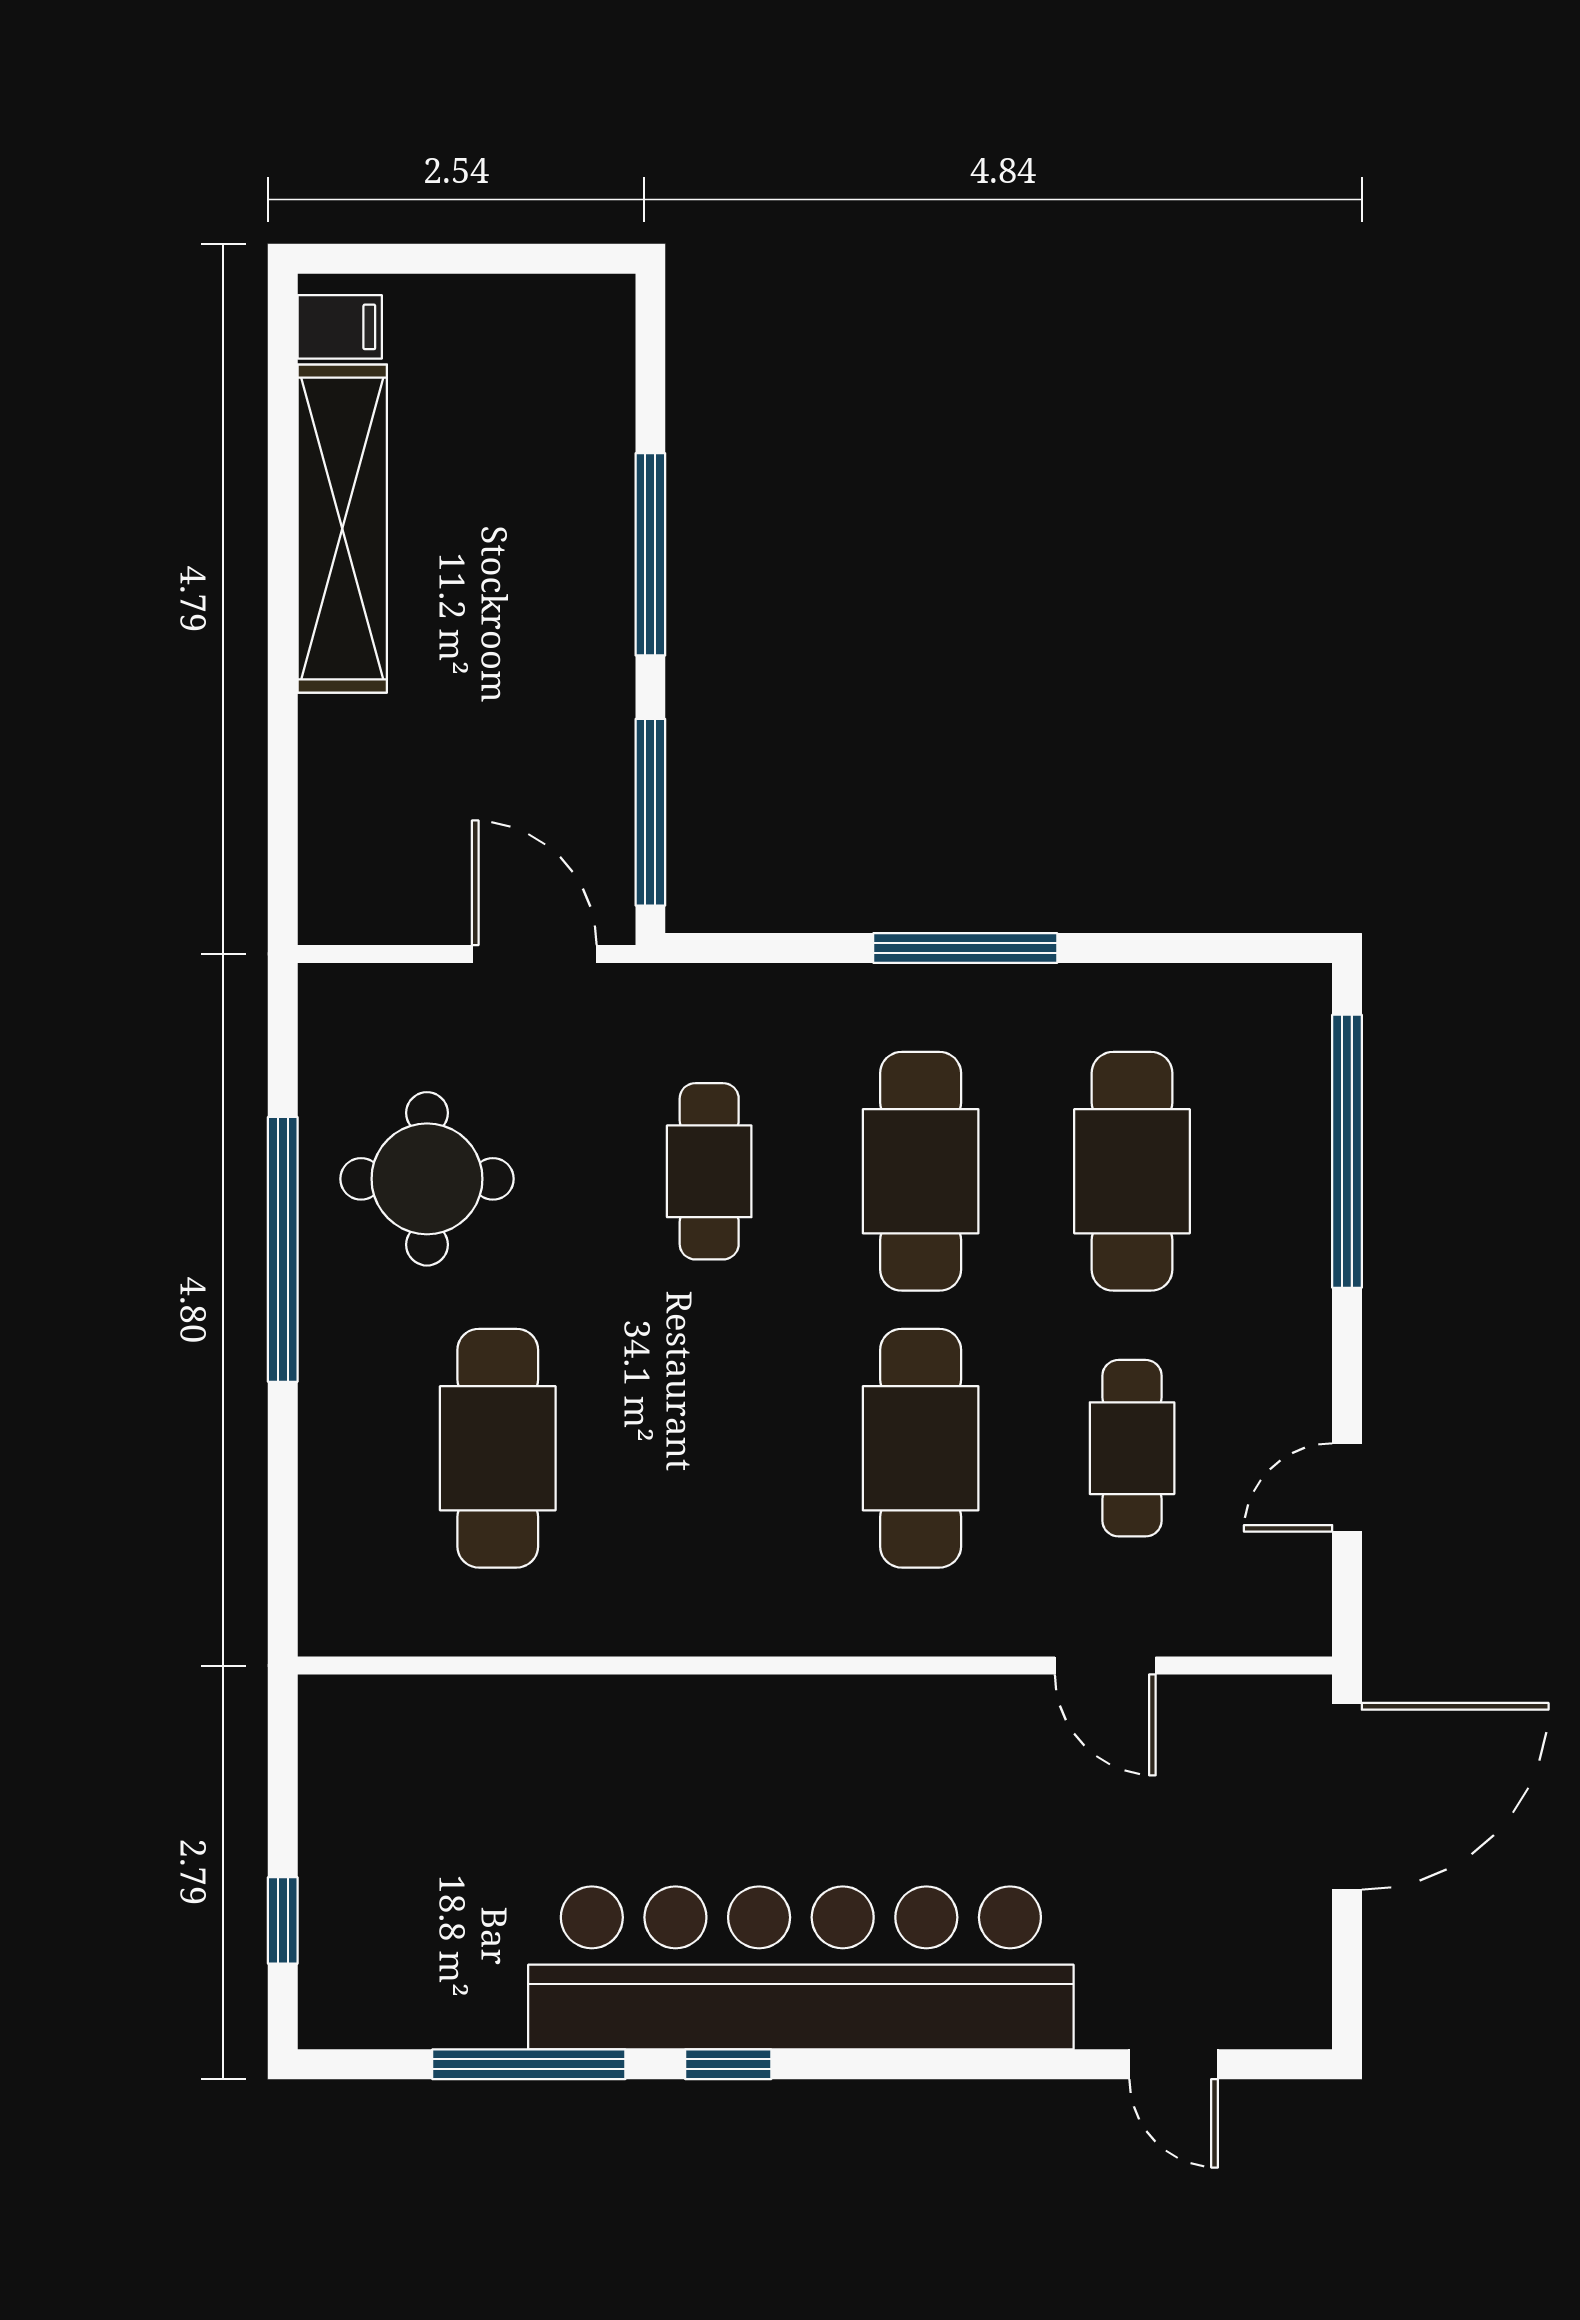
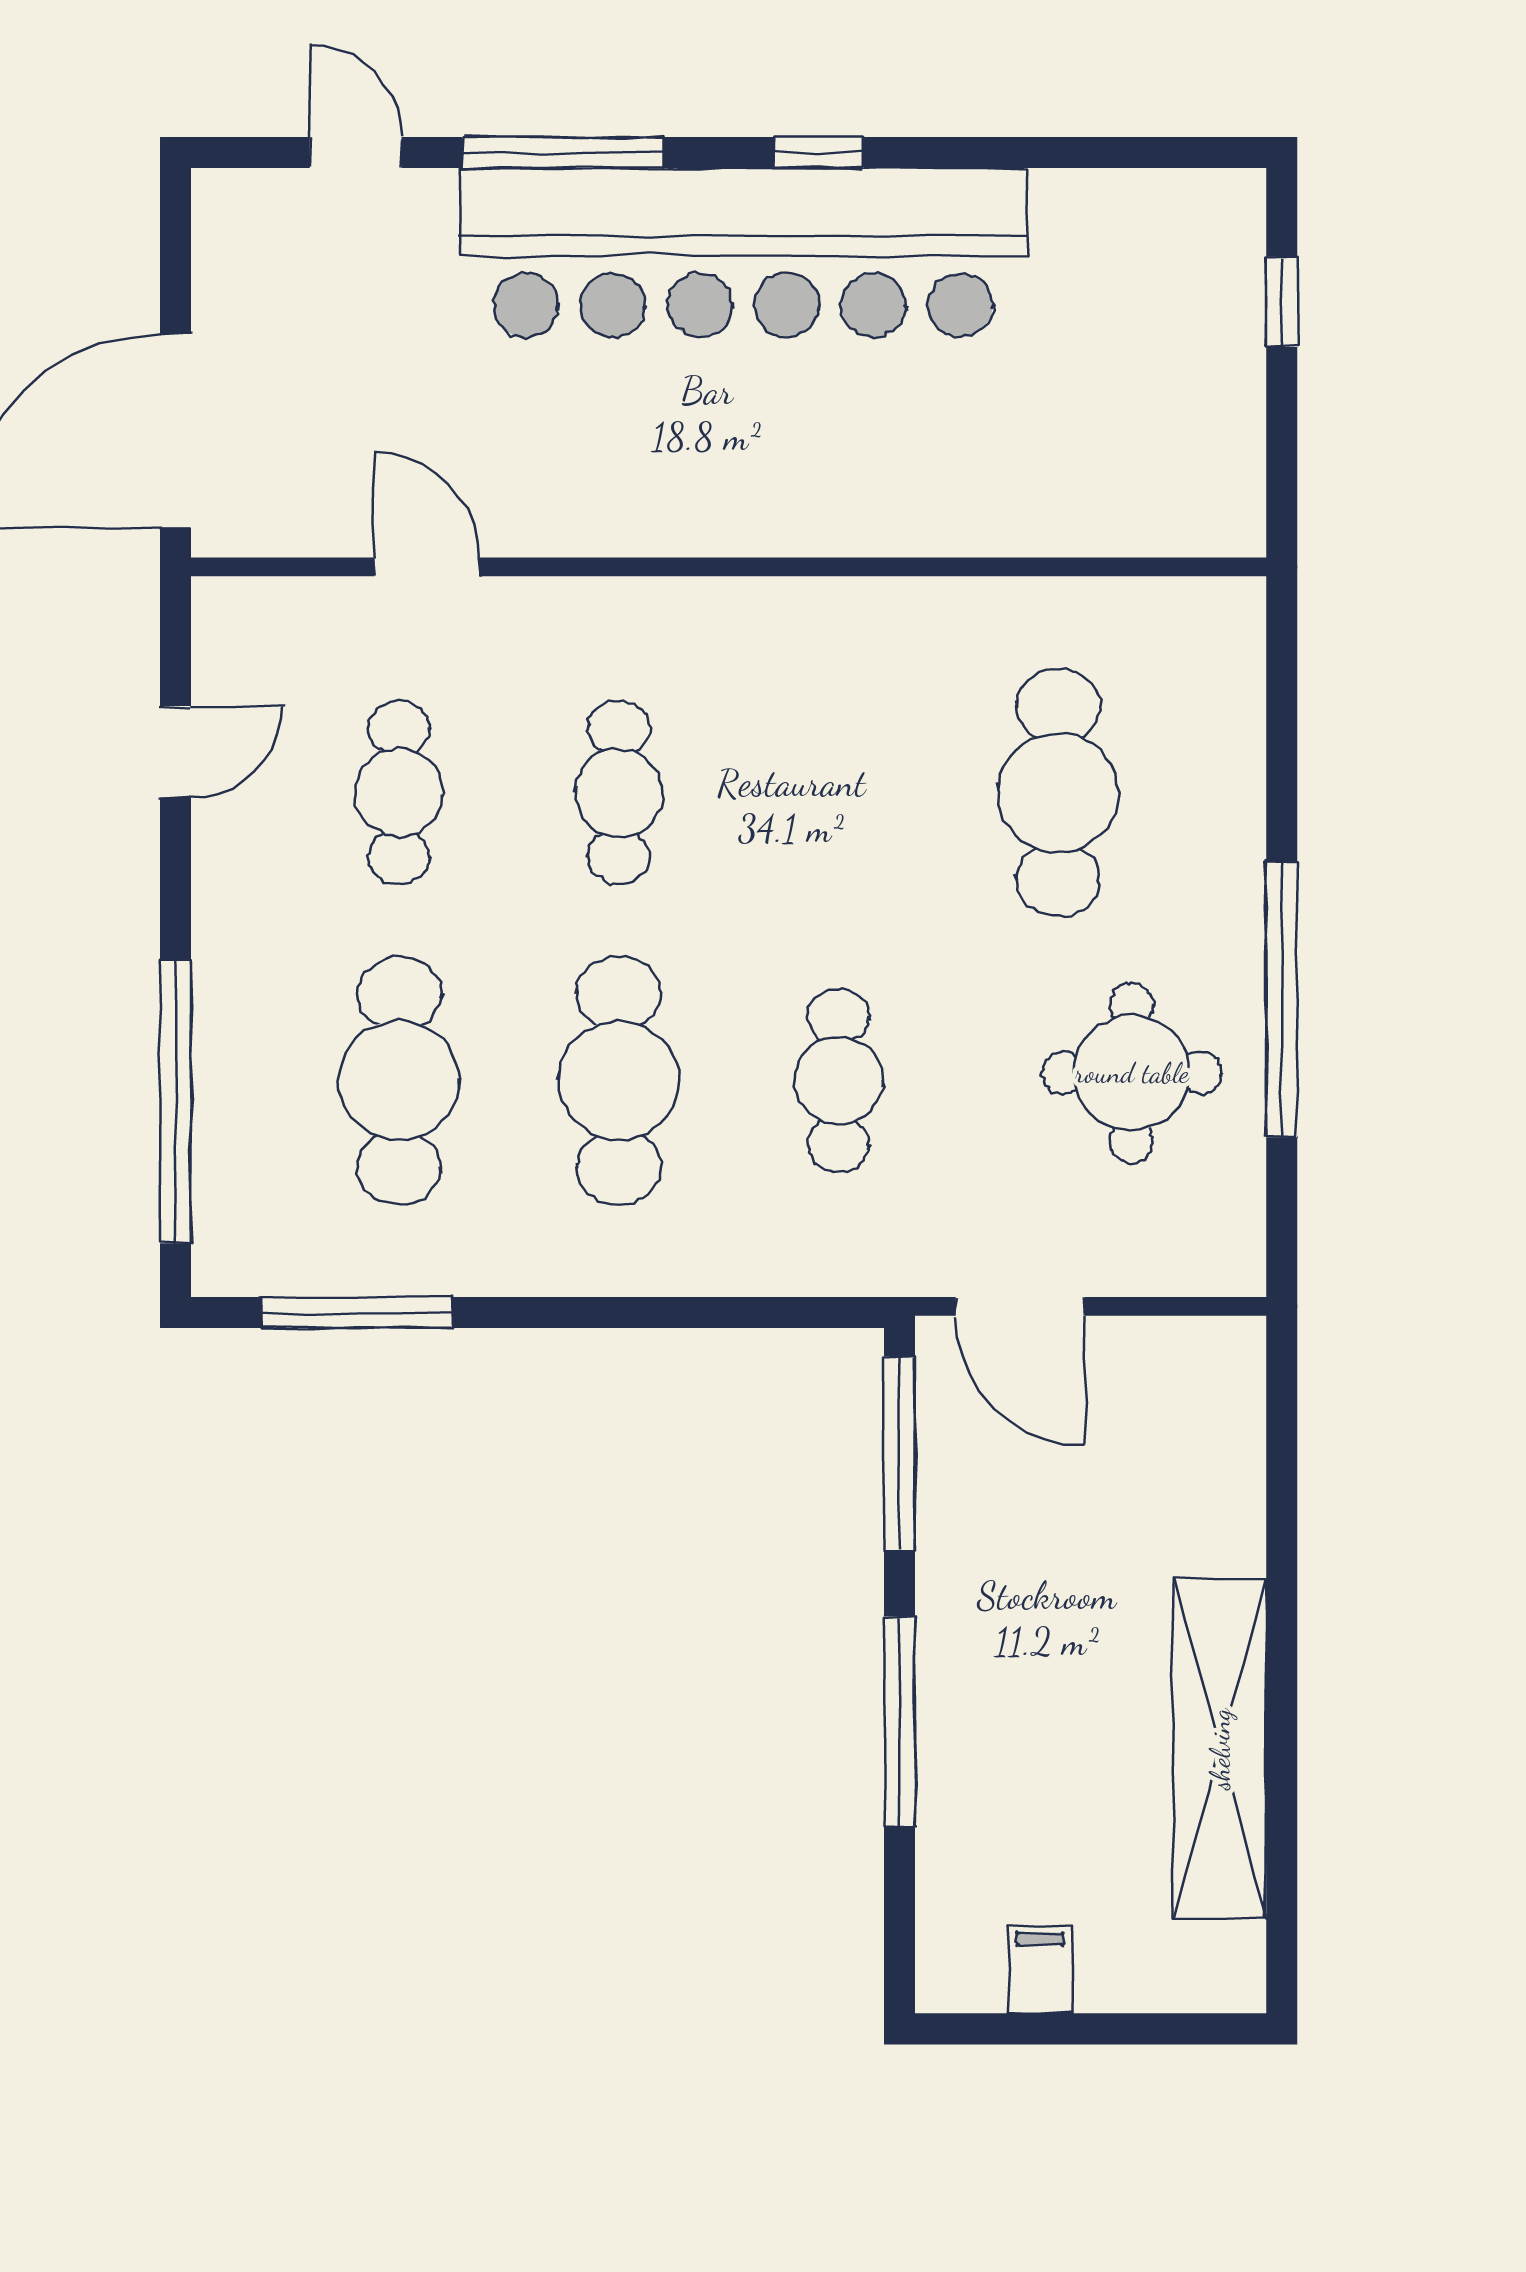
filing cabinet: (340, 327) -> (1040, 1970), moved, turned 90
window: (965, 948) -> (357, 1313), moved
cafe table: (921, 1448) -> (619, 793), width x0.73, depth x0.74
window: (529, 2064) -> (563, 152), moved

